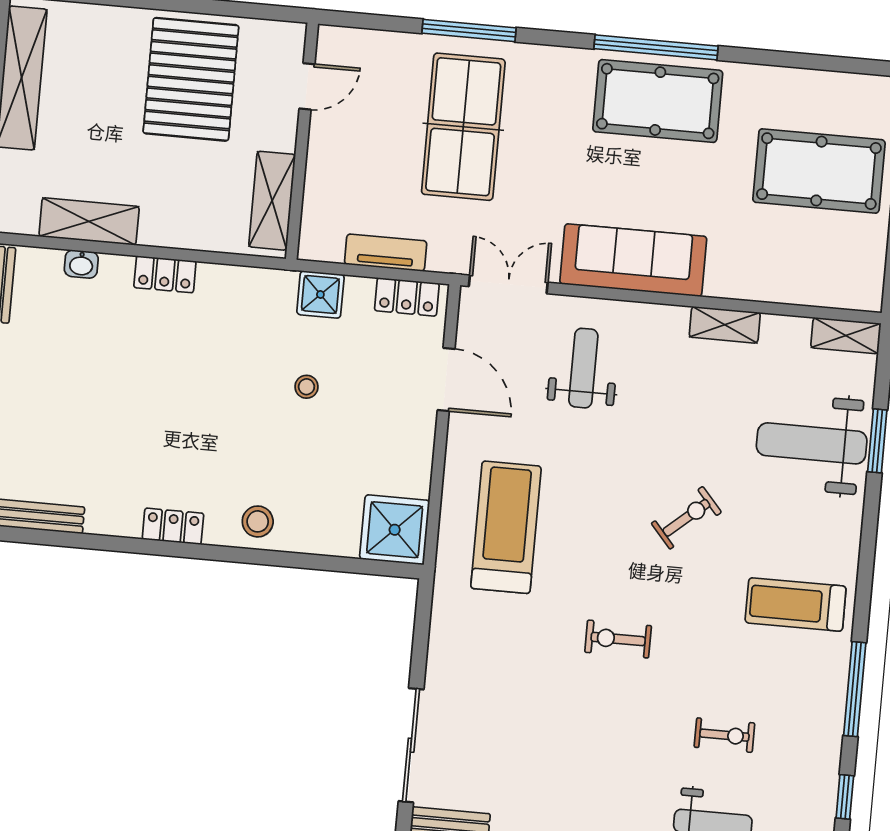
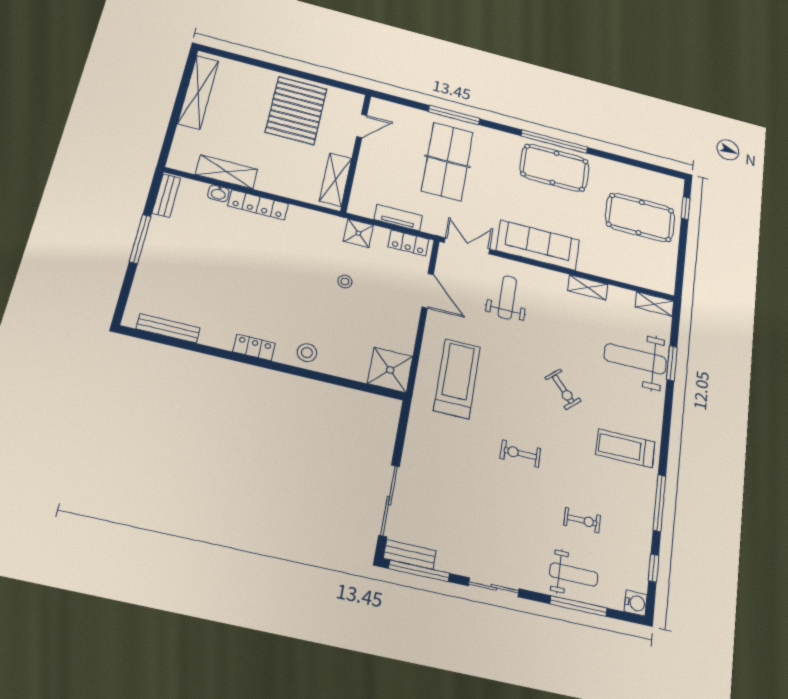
locker: (165, 274) -> (258, 205), width x1.53
exercise bike: (686, 518) -> (563, 389), turned 89

